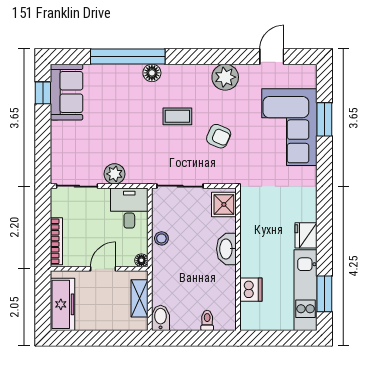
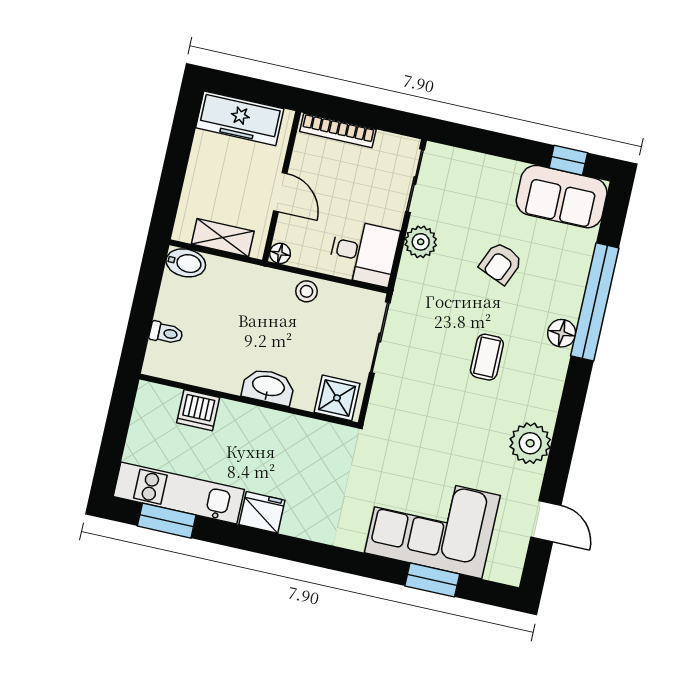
armchair: (219, 136) -> (501, 263), moved

